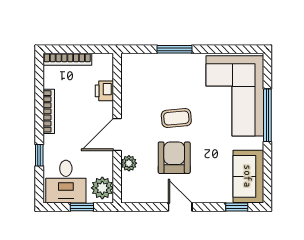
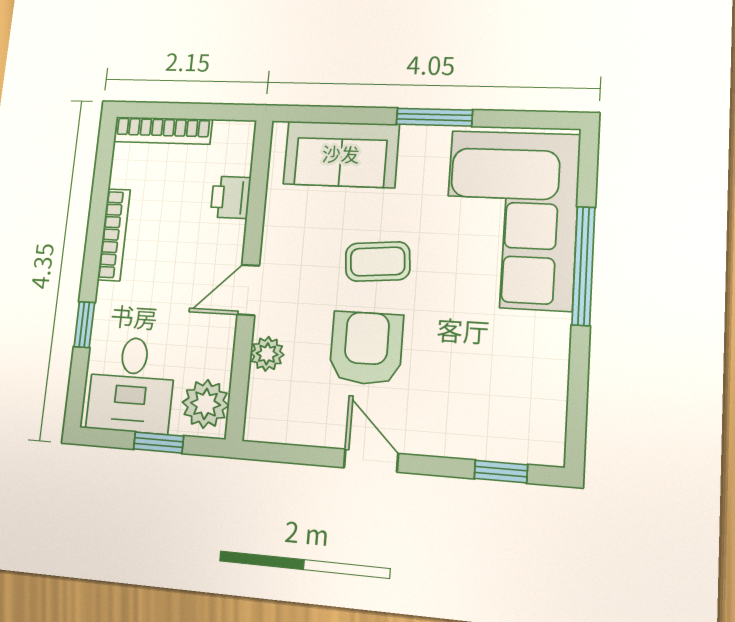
window: (175, 49) -> (434, 117), moved
door: (117, 134) -> (248, 290), width x0.73
sofa: (248, 176) -> (341, 154), moved, turned -90

